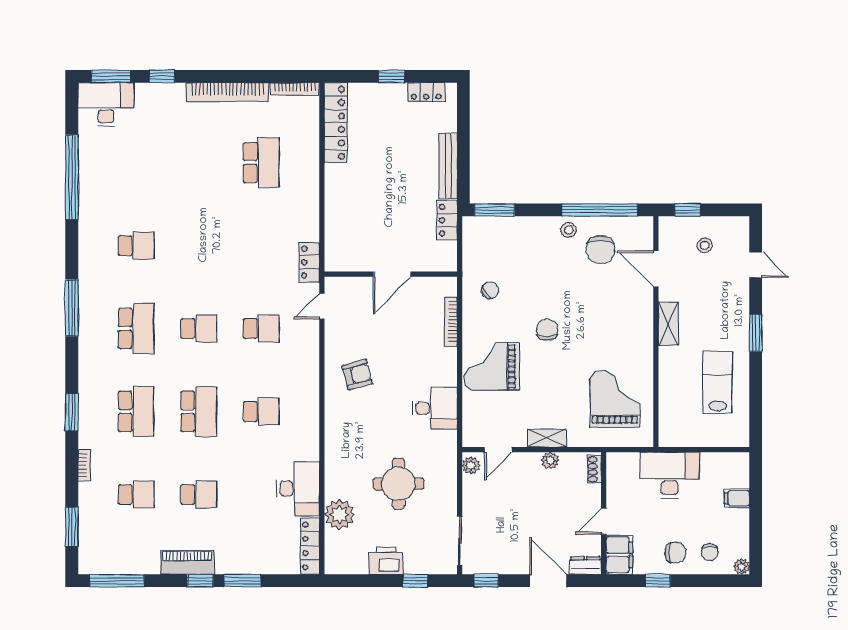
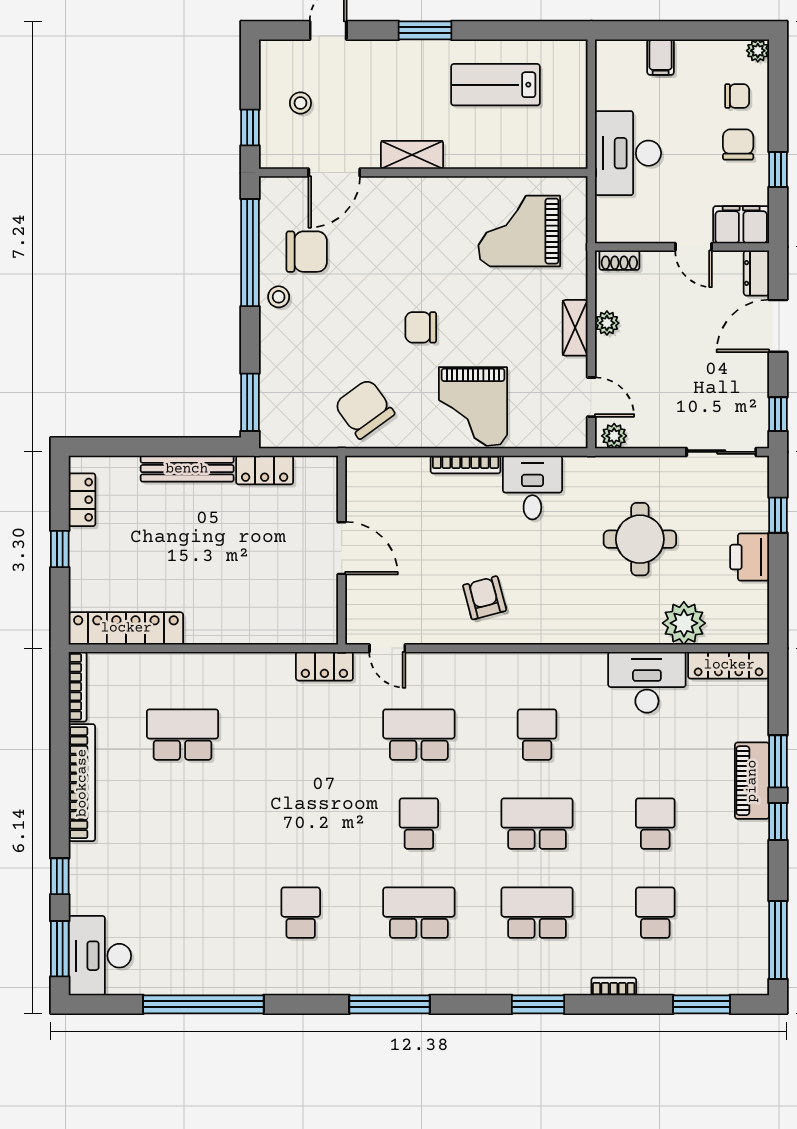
chair: (490, 290) -> (364, 409), width x1.87, depth x1.87
bookcase: (451, 322) -> (466, 464), moved
school desk: (261, 329) -> (419, 735), width x1.85
piano: (187, 562) -> (752, 781), moved

